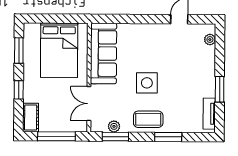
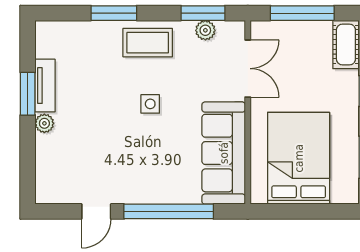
window: (136, 19) -> (169, 211), added
plant: (210, 40) -> (44, 123), moved
side table: (147, 83) -> (150, 104), width x0.54, depth x0.54
tv unit: (209, 114) -> (45, 86), moved

